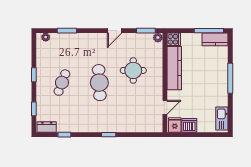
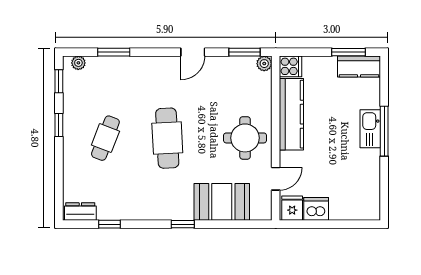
window: (209, 31) -> (349, 52), width x0.69
round table: (133, 70) -> (245, 138), moved
window: (34, 109) -> (59, 81), moved
kitchen sink: (222, 118) -> (370, 129), moved
booth: (132, 121) -> (222, 202), added

